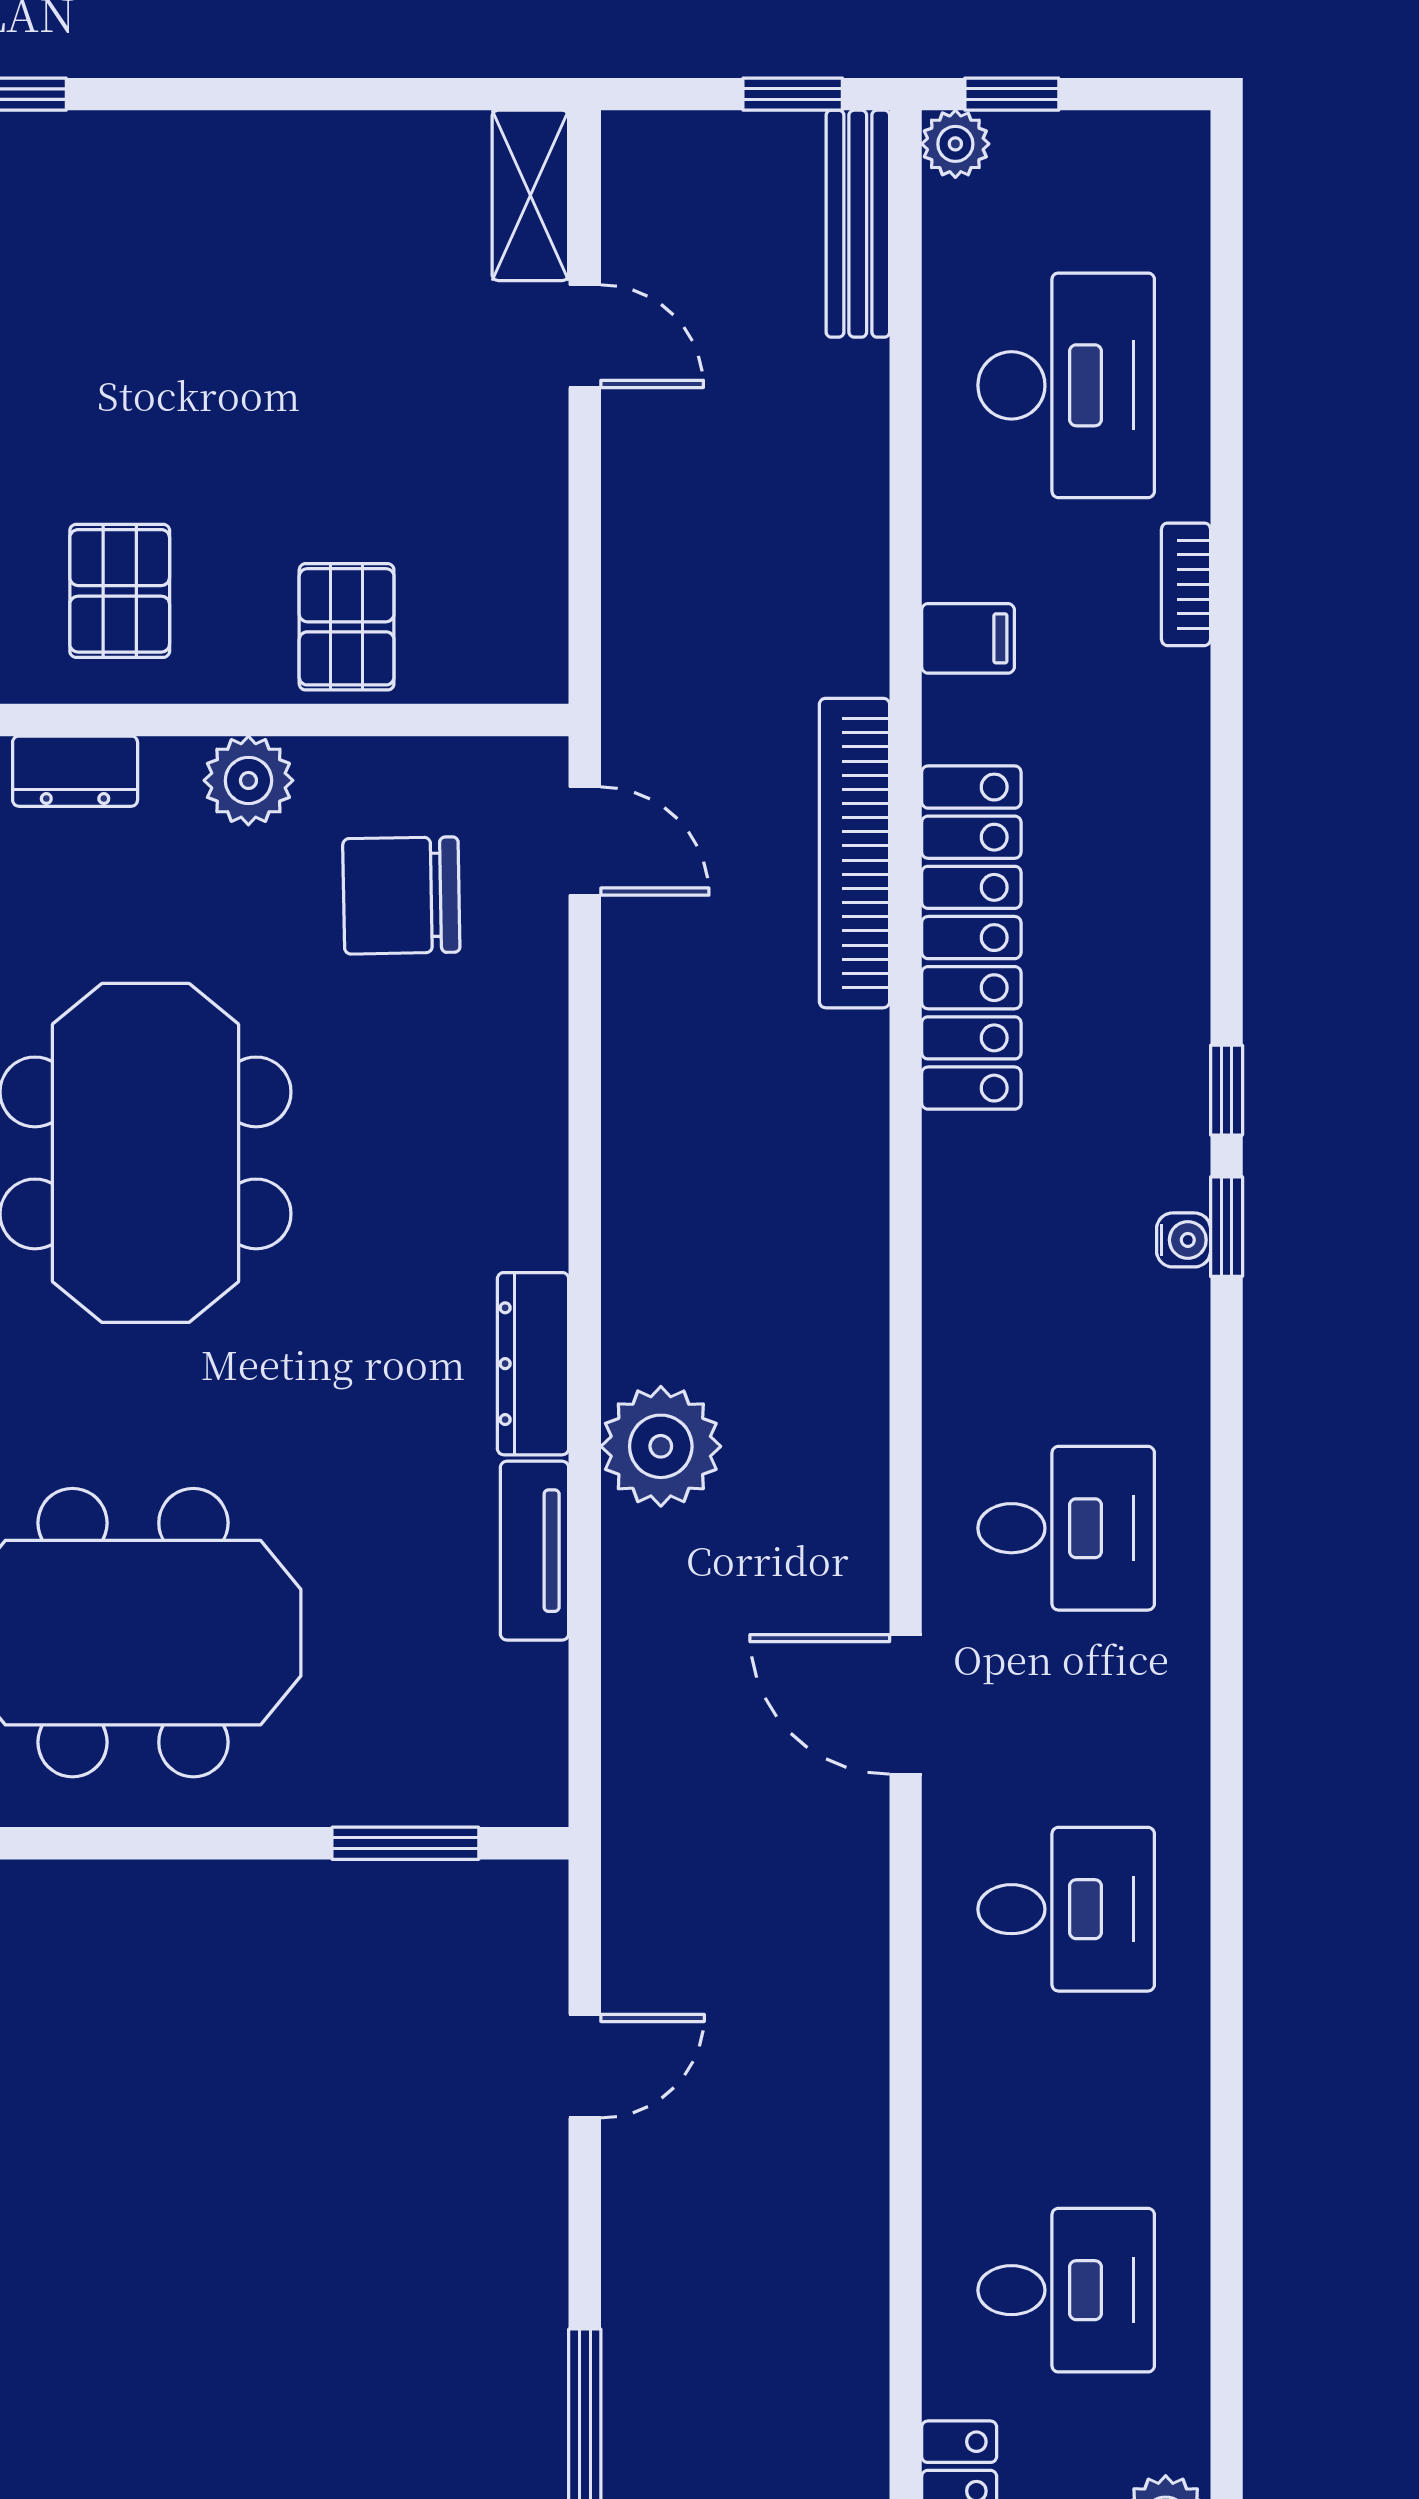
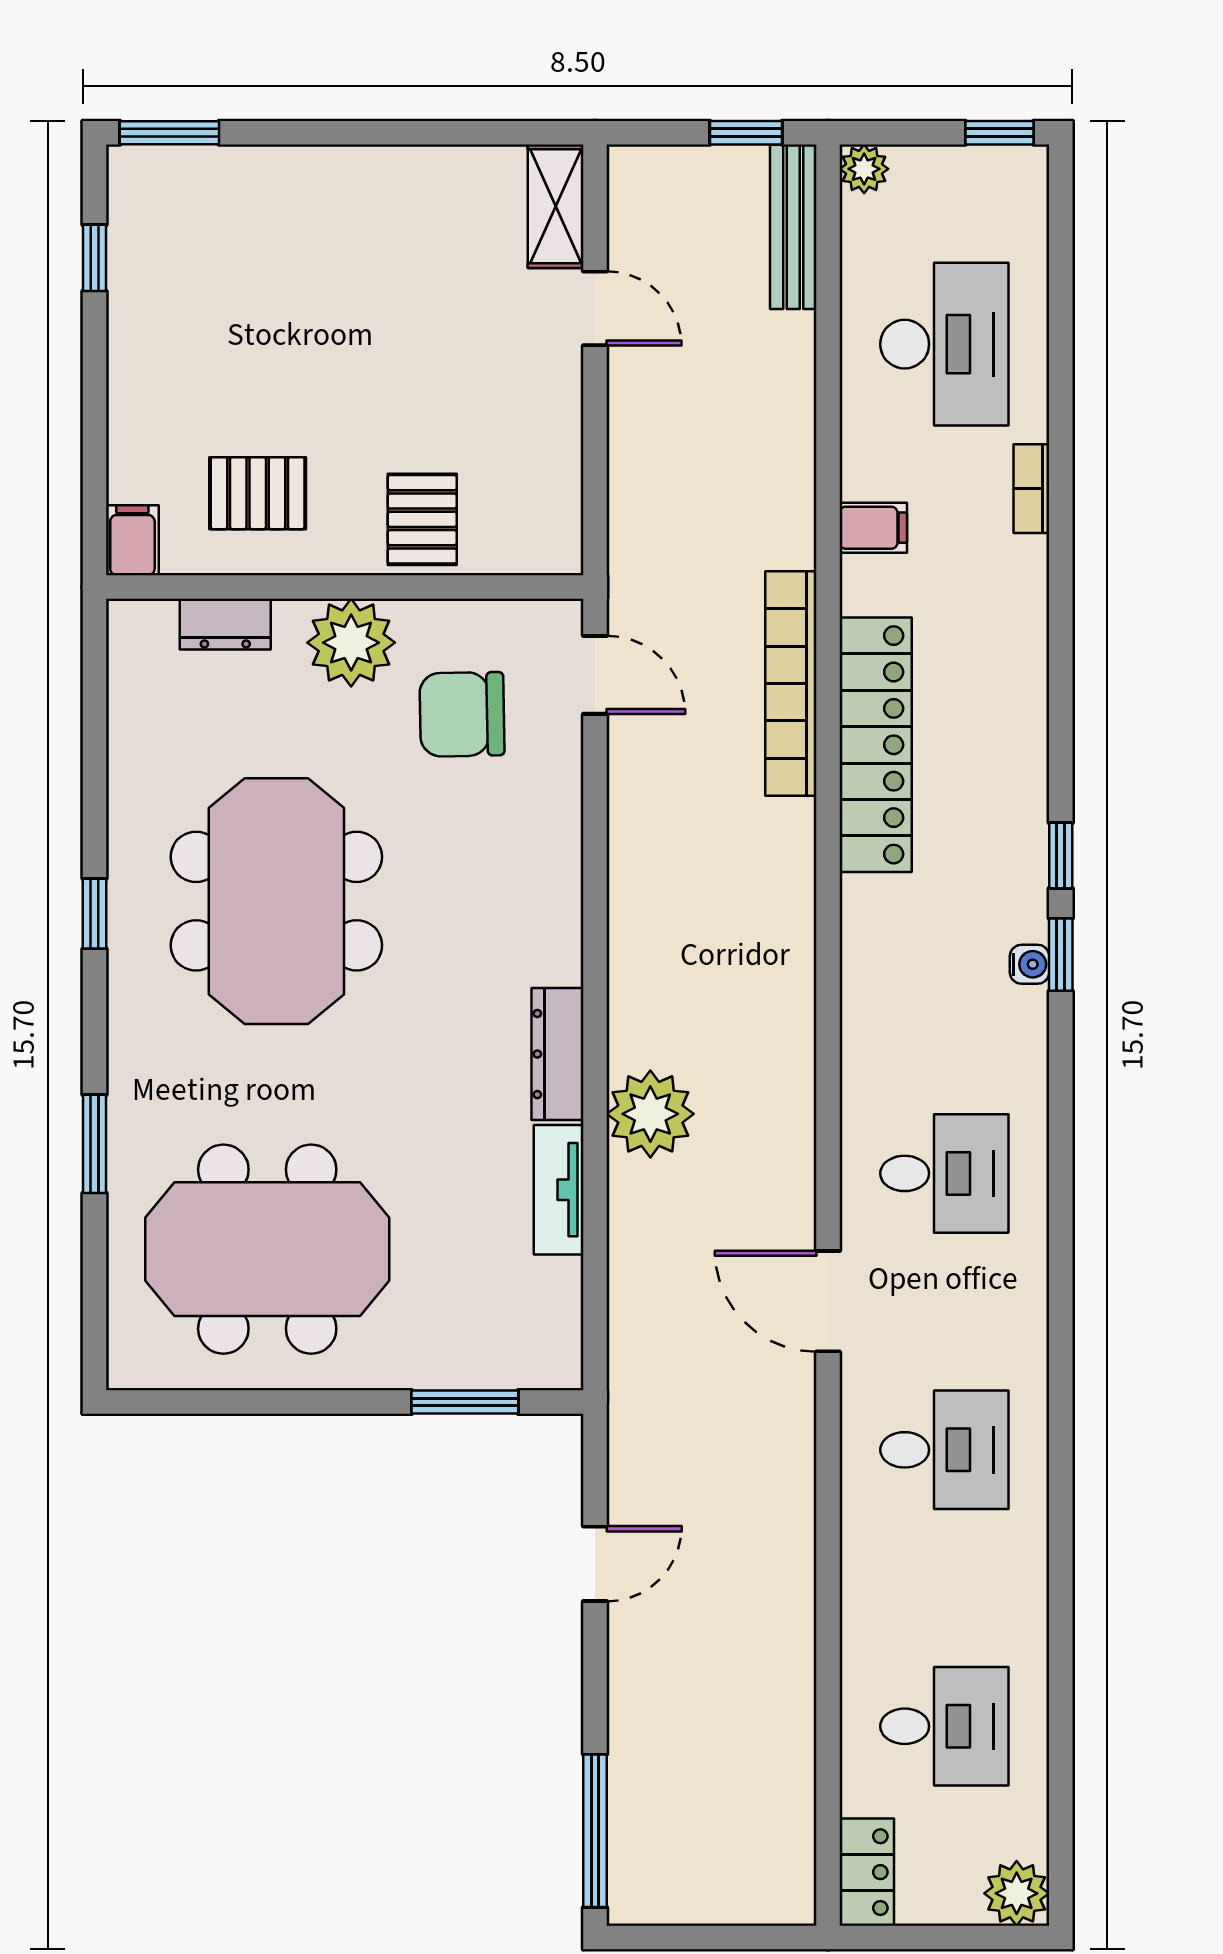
window: (1012, 94) -> (999, 133), moved
pallet: (120, 591) -> (258, 493), turned 90
plant: (248, 780) -> (351, 643), width x1.36, depth x1.36

